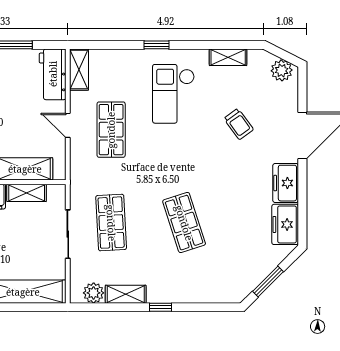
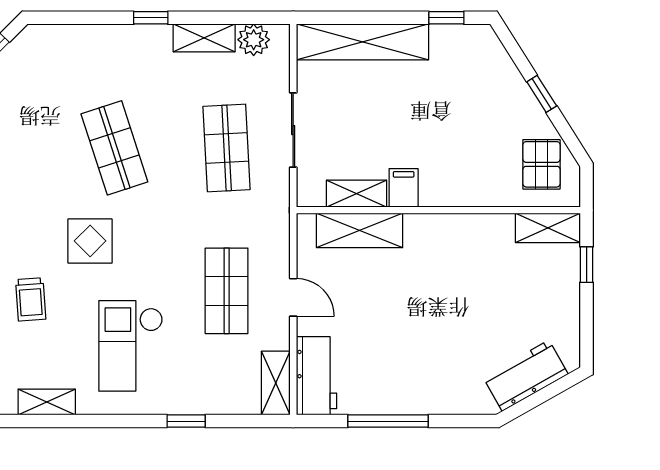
window: (156, 45) -> (186, 421), moved
checkout: (173, 94) -> (131, 346), turned 180
trolley: (239, 124) -> (31, 299), turned -148
display table: (200, 162) -> (90, 241), added

